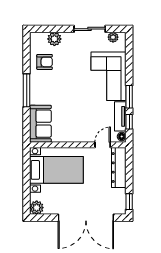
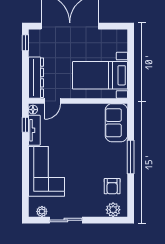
plant: (54, 39) -> (113, 210), moved
armchair: (45, 62) -> (112, 186), turned -90
window: (129, 97) -> (25, 150), removed
plant: (37, 208) -> (120, 37), removed

